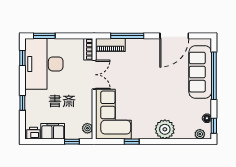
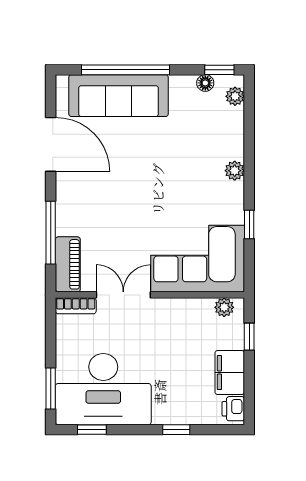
plant: (165, 129) -> (235, 171), width x0.53, depth x0.53

